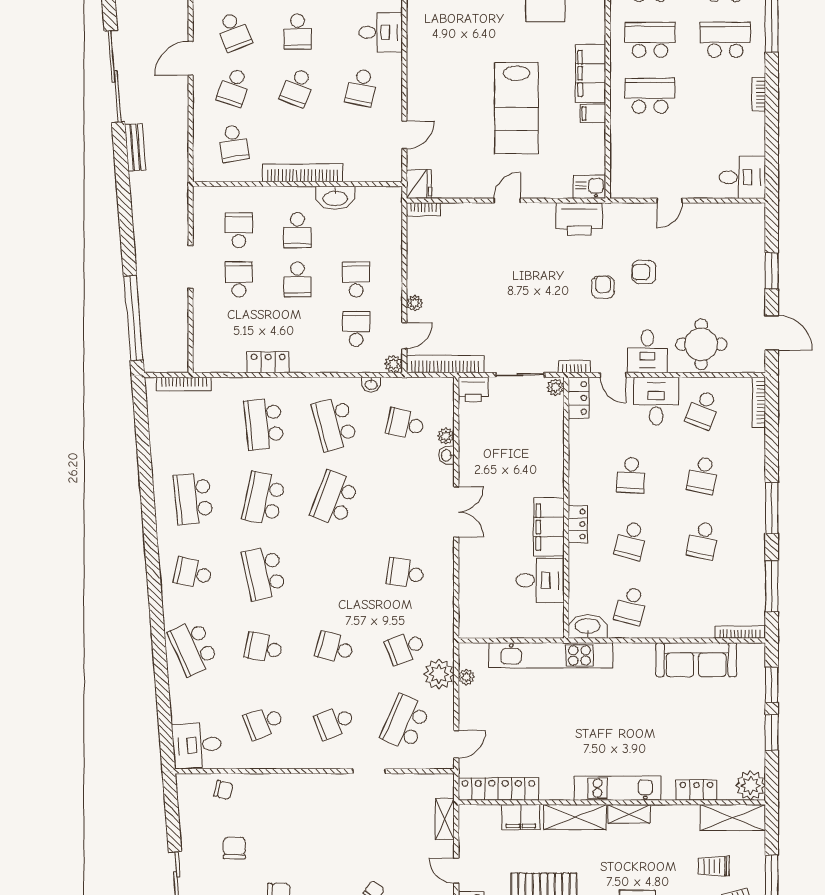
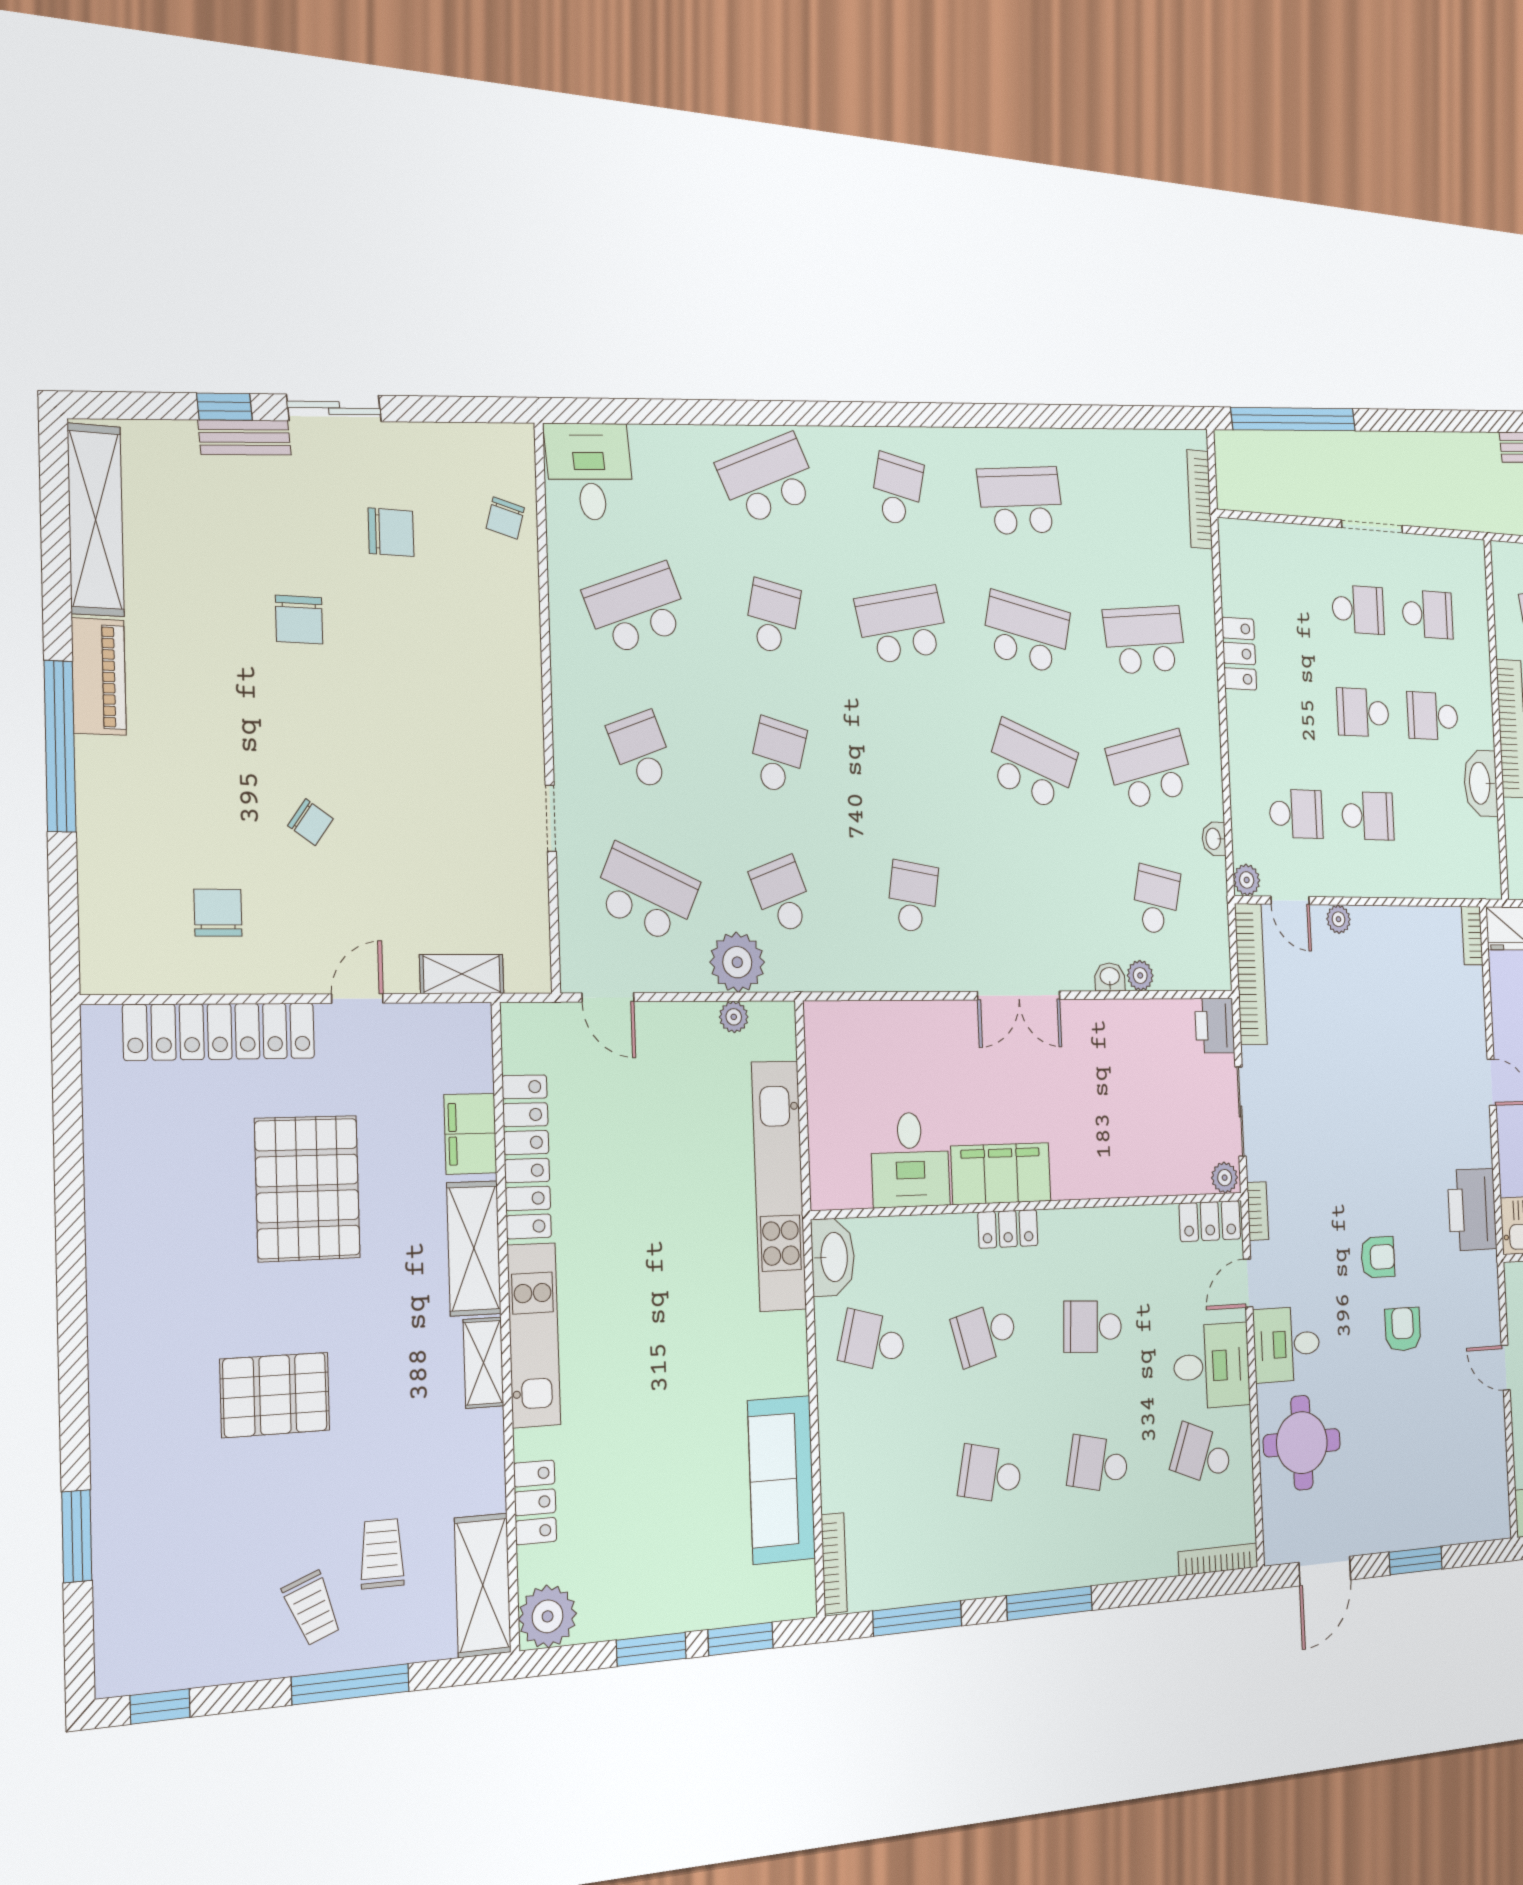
school desk: (631, 540) -> (985, 1334), turned -30
school desk: (264, 722) -> (637, 609), width x1.85
locker: (498, 789) -> (527, 1157), moved

